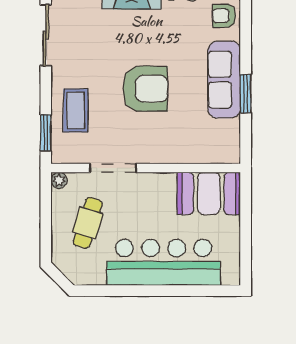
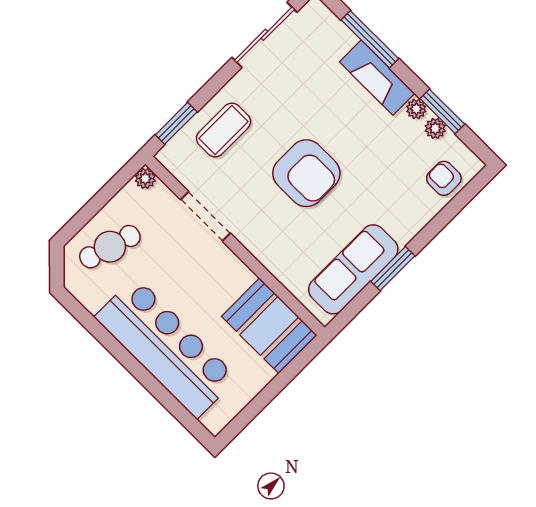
sofa: (224, 80) -> (353, 269), moved
cafe table: (88, 223) -> (110, 247), moved

